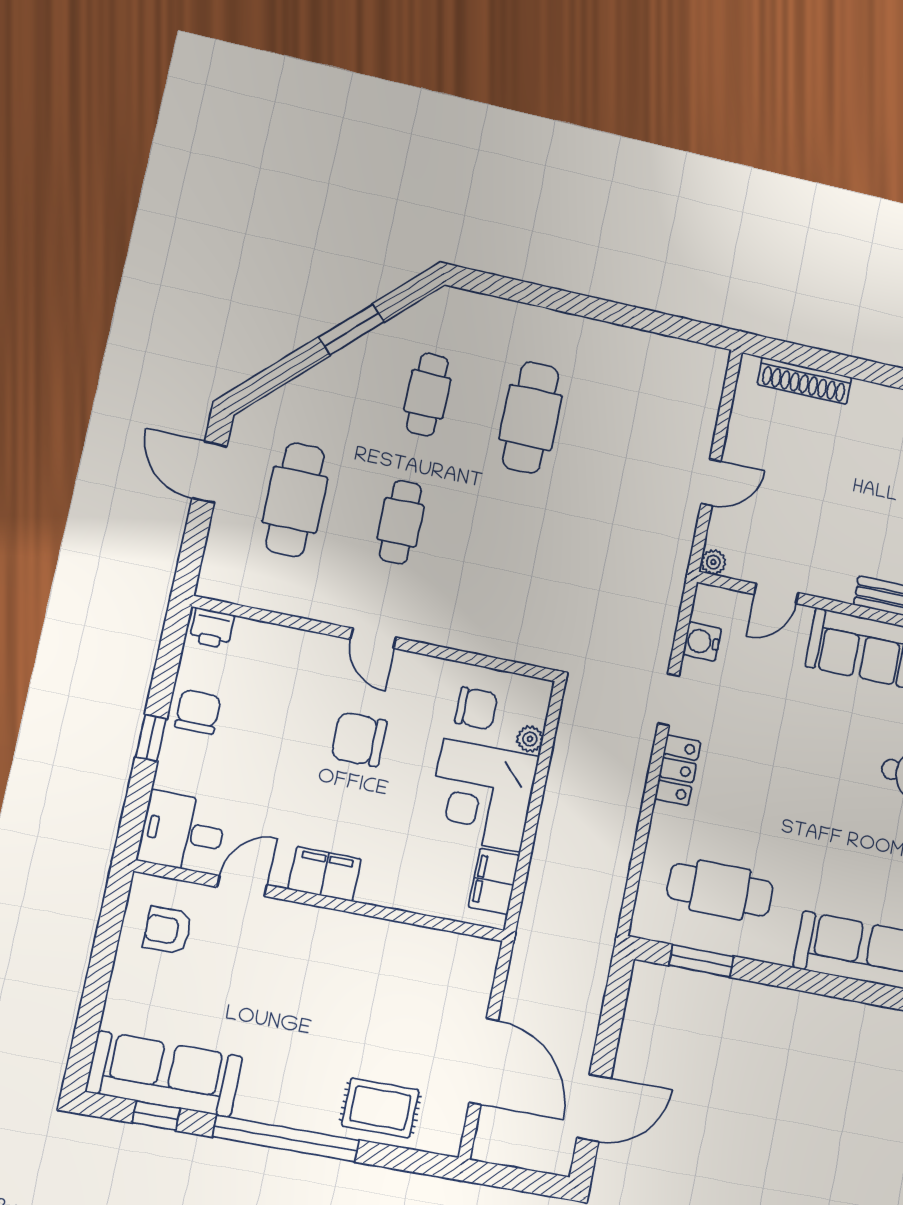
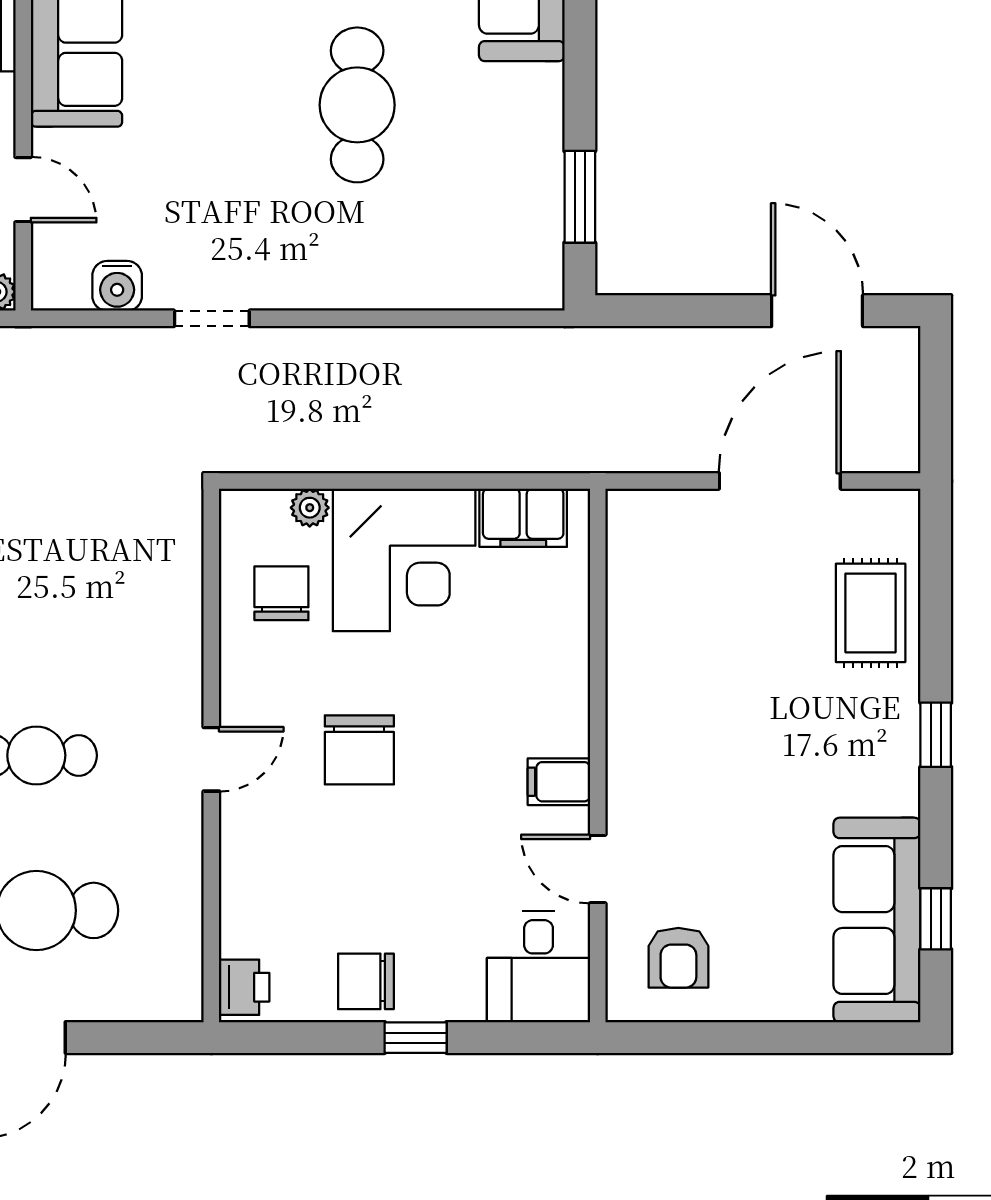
locker: (678, 770) -> (312, 285), removed
filing cabinet: (325, 874) -> (559, 782), width x0.50
cafe table: (720, 890) -> (357, 105), moved
window: (286, 1139) -> (936, 735), width x0.32

